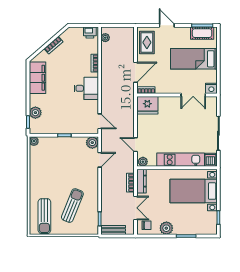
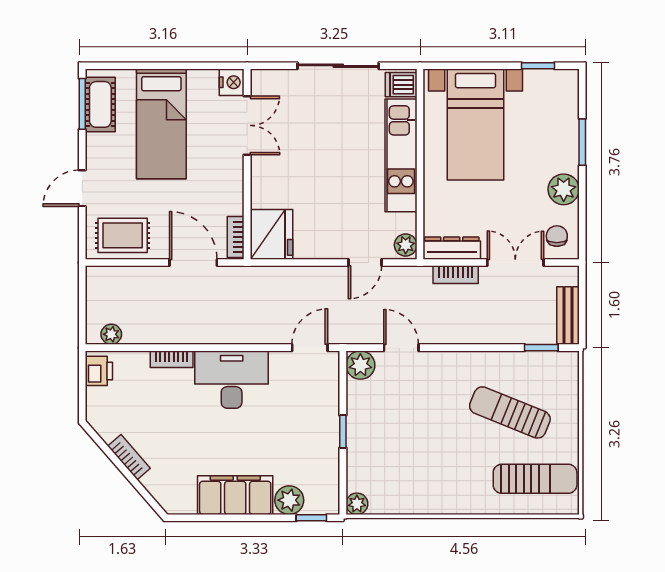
filing cabinet: (38, 78) -> (235, 495), moved
desk: (86, 88) -> (232, 380), width x1.37

